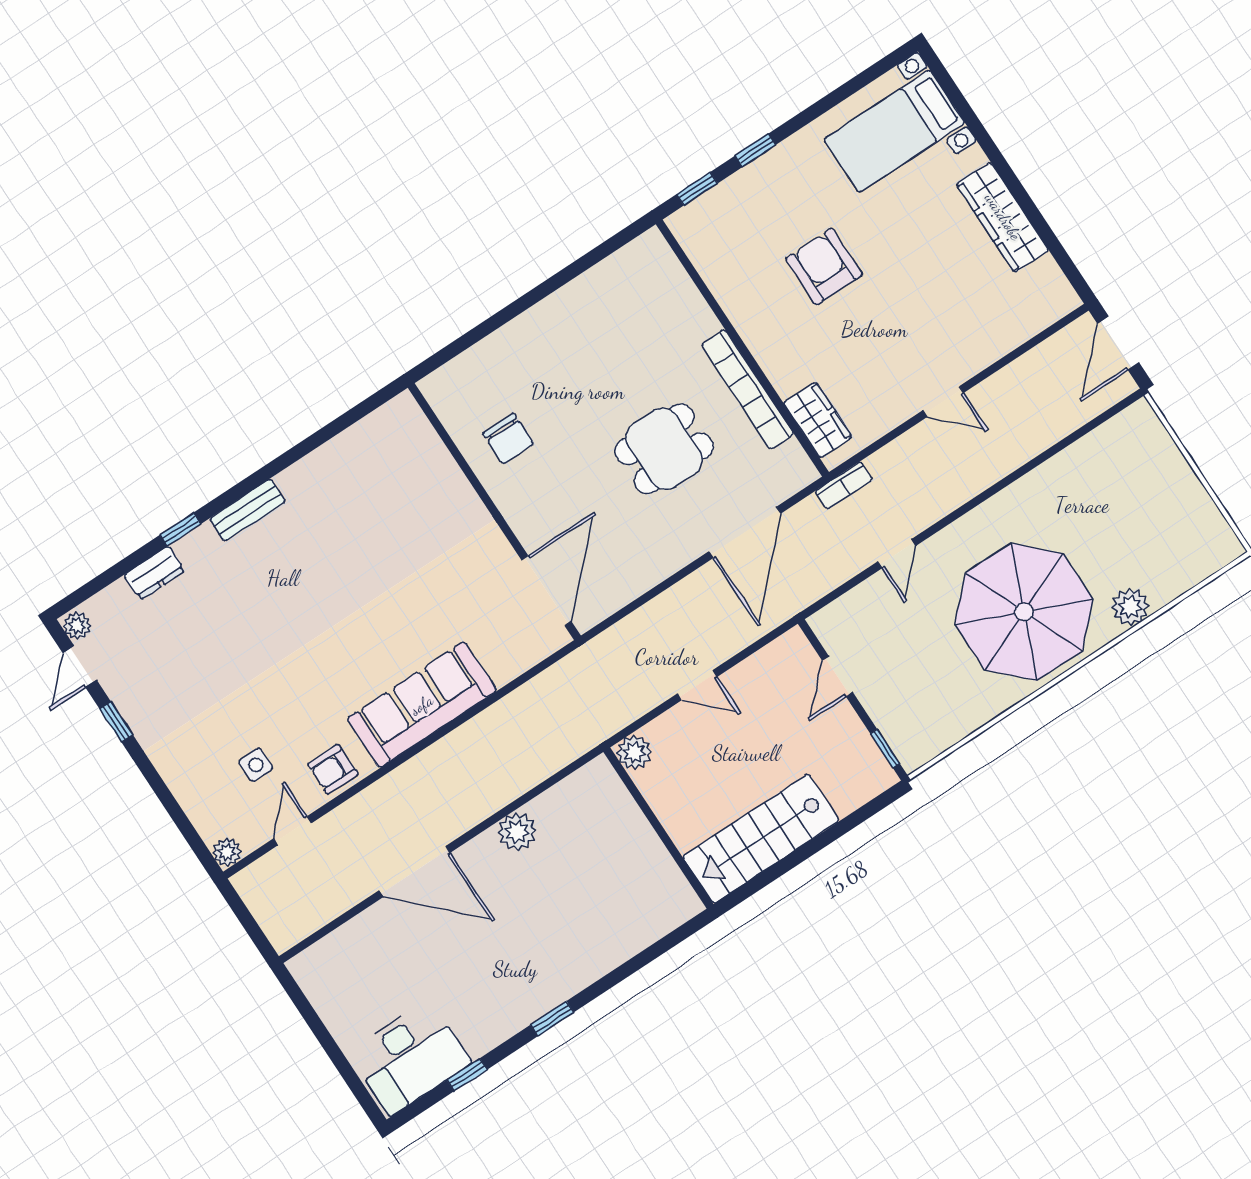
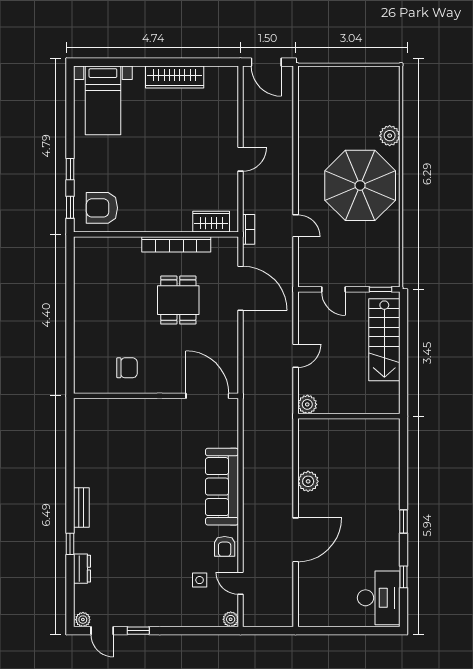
armchair: (824, 267) -> (102, 208), moved
stairs: (761, 839) -> (384, 340), moved

